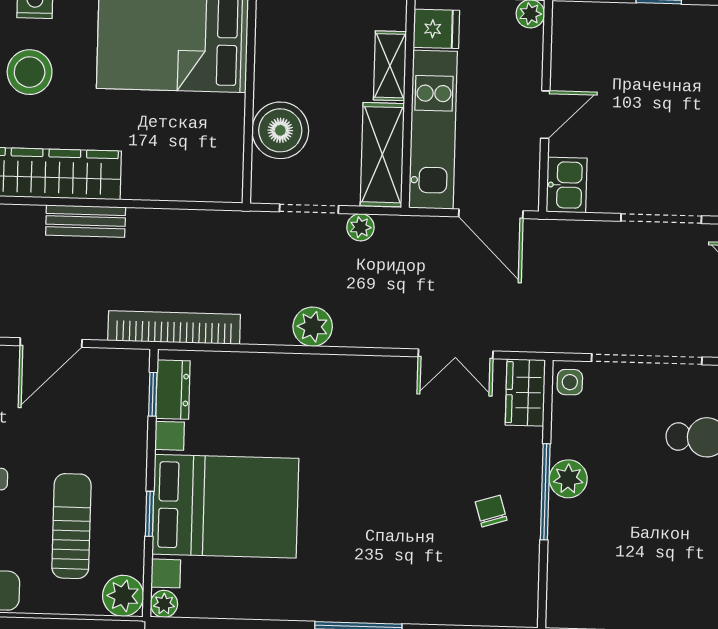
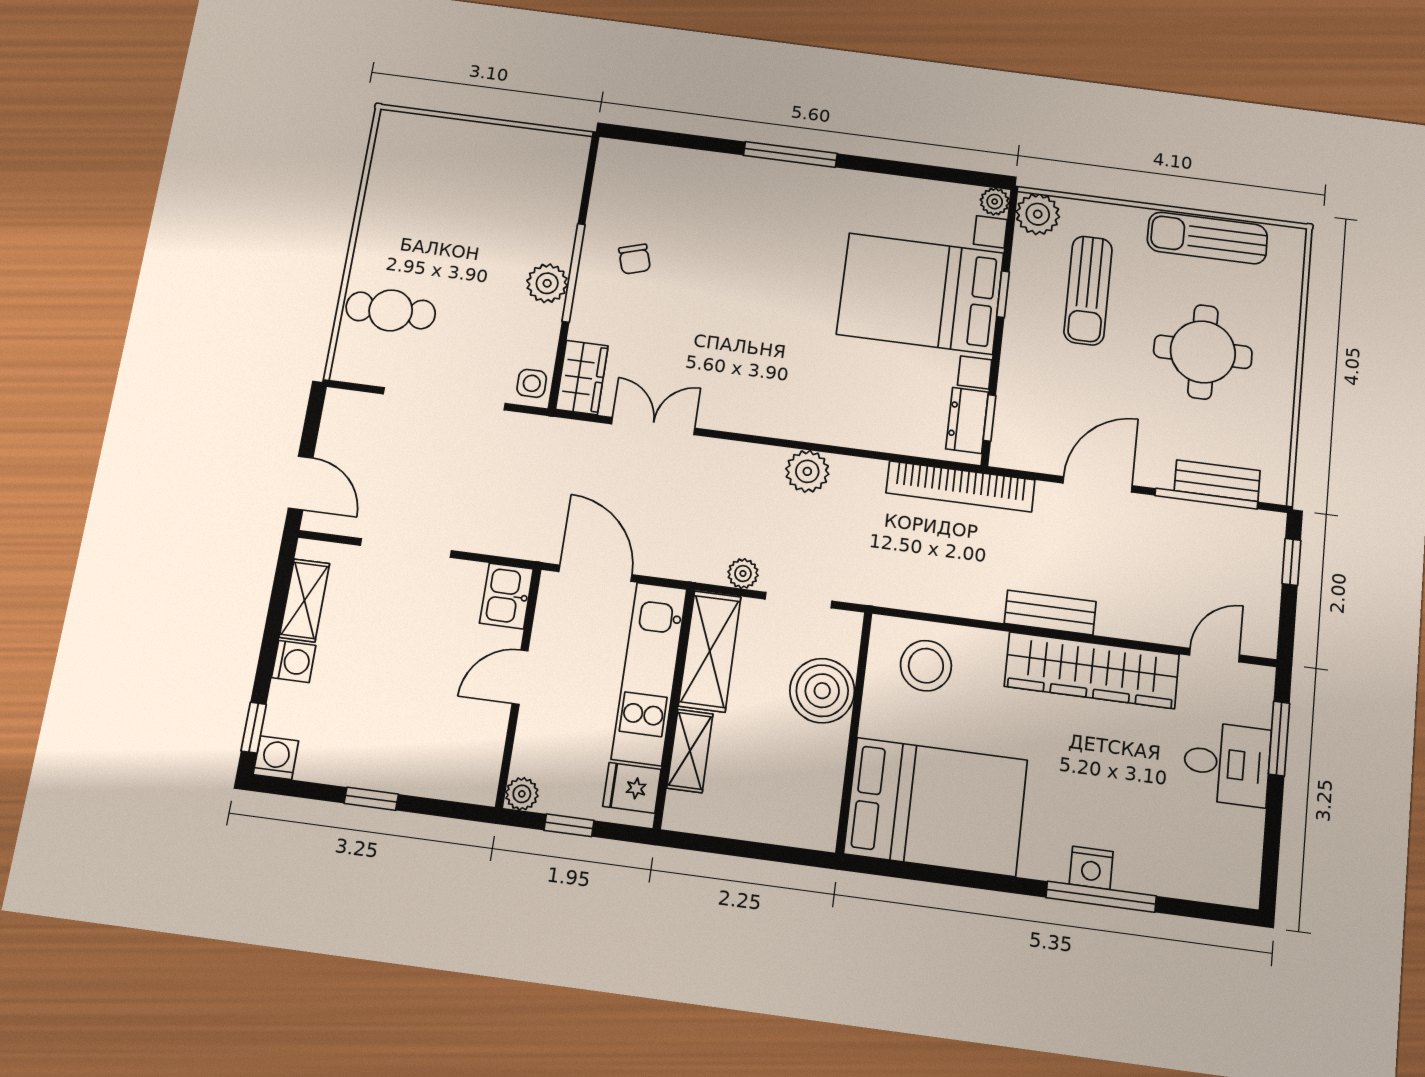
stool: (30, 72) -> (926, 666), moved

